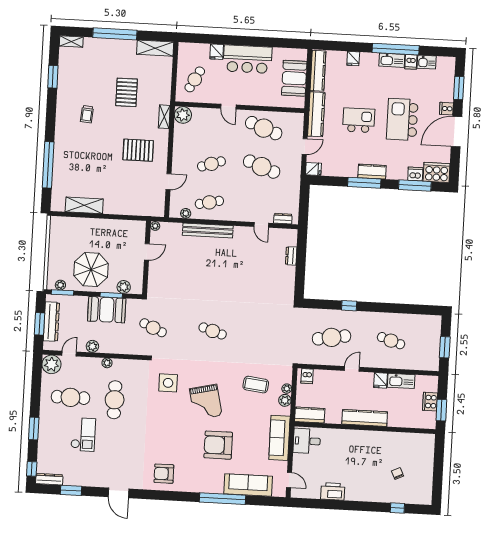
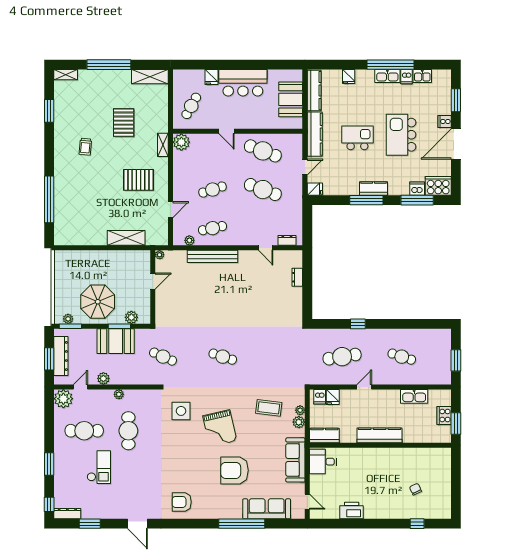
shelving: (84, 205) -> (126, 238), moved
fridge: (380, 380) -> (333, 397), moved

